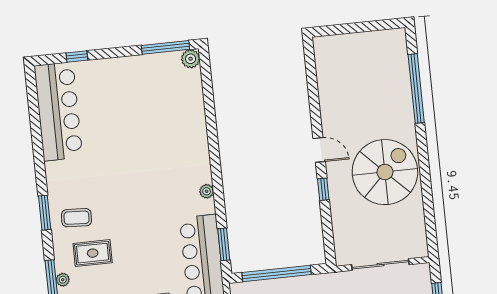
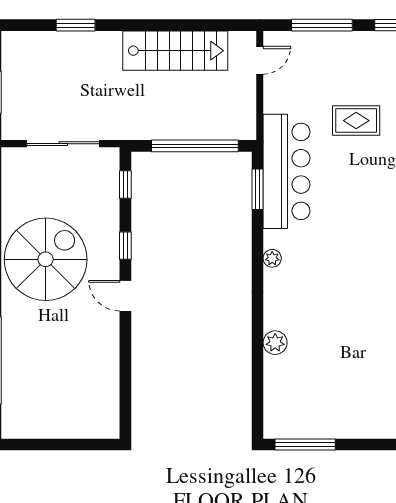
plant: (191, 59) -> (275, 343), moved
spiral stairs: (385, 172) -> (46, 259), turned 180
window: (328, 237) -> (125, 184), added

